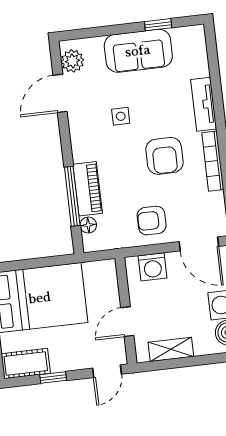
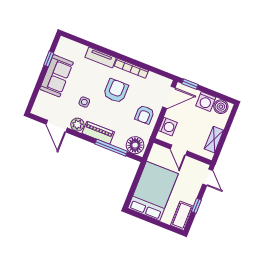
plant: (72, 61) -> (77, 125), moved
armchair: (164, 156) -> (116, 91), turned -90
piano: (88, 189) -> (98, 133), moved
floor lamp: (88, 225) -> (135, 145), width x1.89, depth x1.89
door: (127, 322) -> (179, 150), moved

